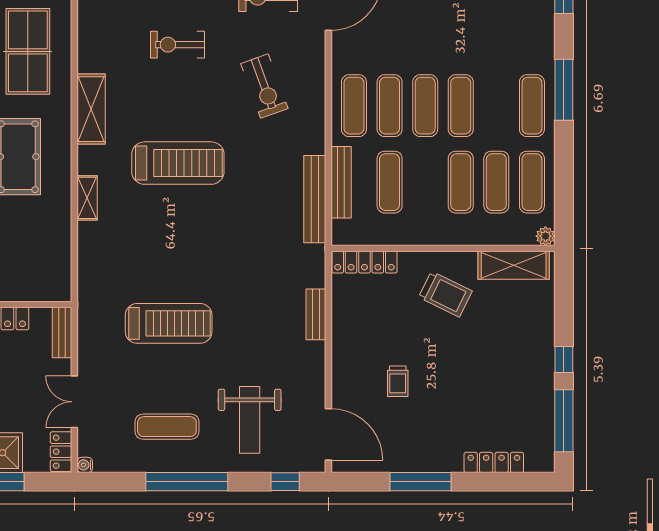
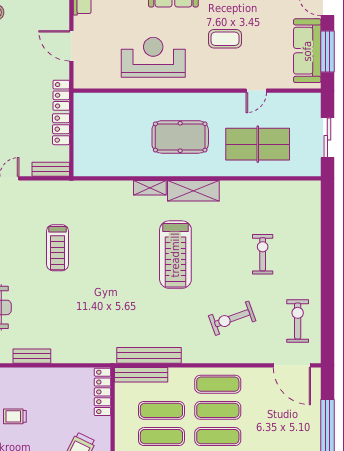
shelving: (91, 109) -> (193, 191), moved
bench: (341, 182) -> (141, 375), moved
exercise mat: (425, 182) -> (161, 437), added
bench: (316, 314) -> (32, 356), moved
treadmill: (169, 323) -> (57, 248), width x0.73, depth x0.73

